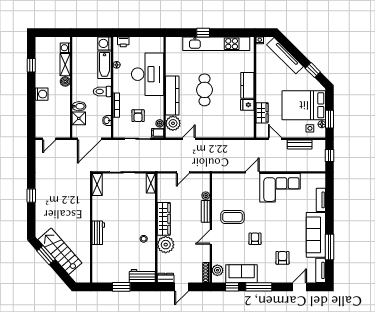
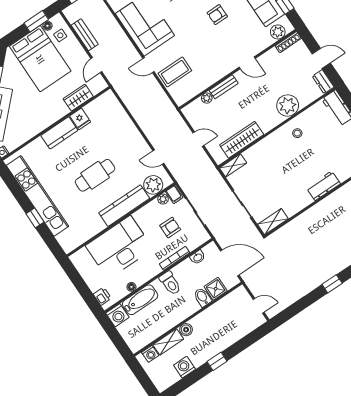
window: (31, 65) -> (217, 361), moved
washing machine: (42, 94) -> (184, 367), moved
coffee table: (232, 217) -> (175, 72), moved, turned 90
wardrobe: (164, 219) -> (242, 140), moved

